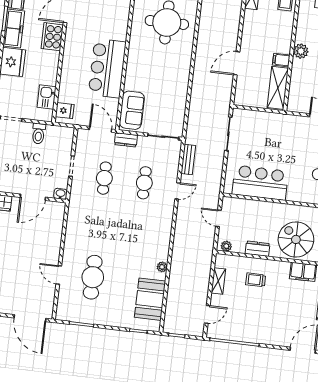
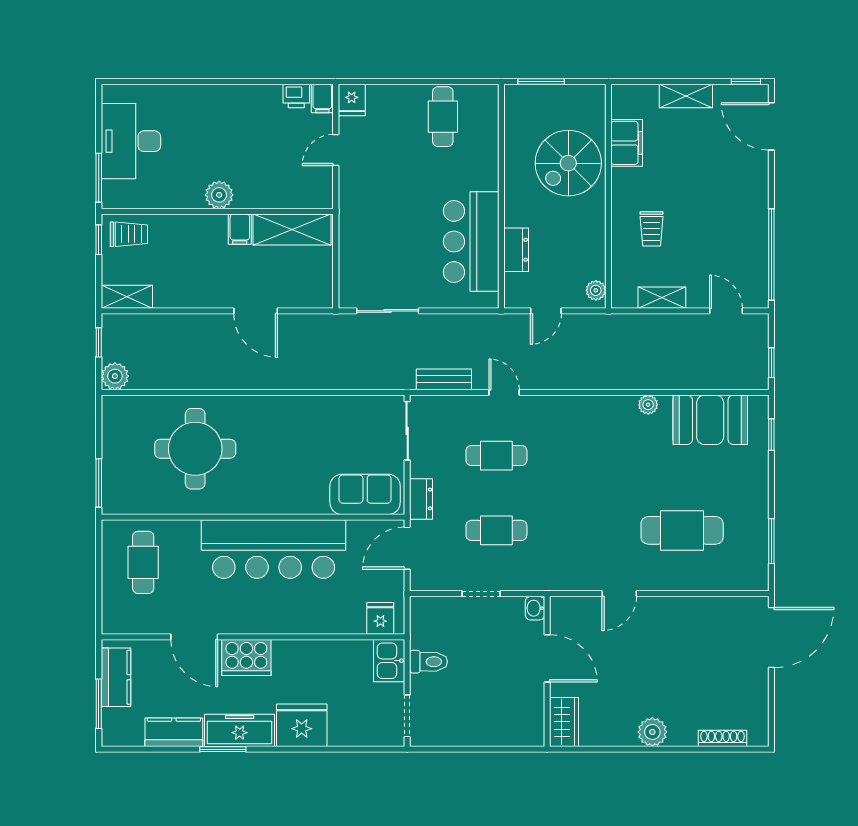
bar counter: (107, 68) -> (274, 549), width x1.36
kitchen sink: (47, 97) -> (389, 661), moved, turned 90
dresser: (258, 249) -> (516, 250), moved, turned 180
door: (59, 275) -> (619, 594), moved

